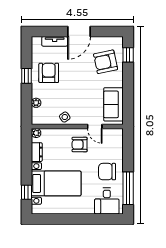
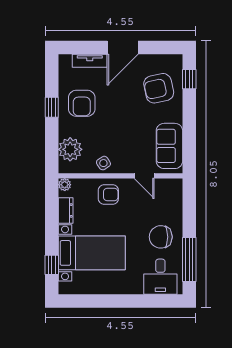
armchair: (49, 73) -> (82, 103), turned 180
plant: (36, 103) -> (70, 149), width x1.88, depth x1.88
armchair: (80, 145) -> (108, 194), moved, turned 180

